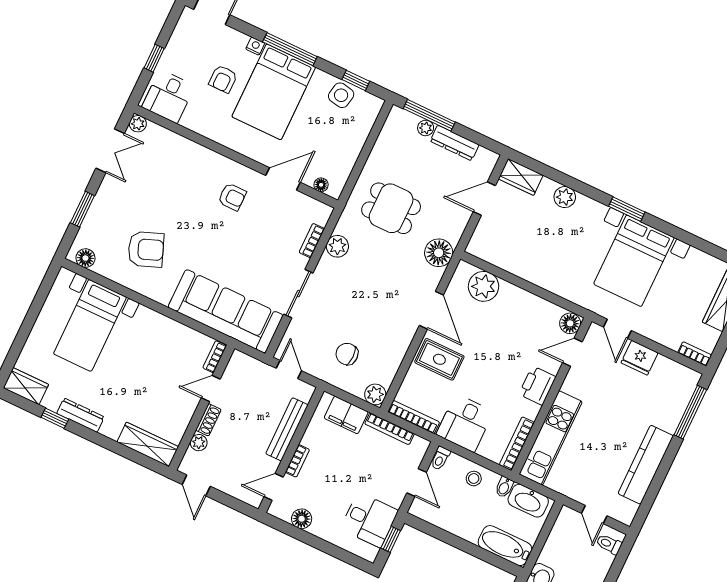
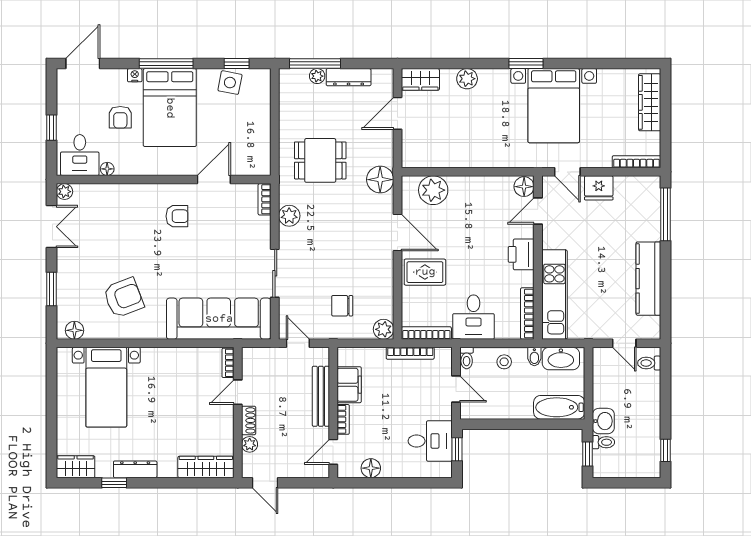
floor lamp: (321, 185) -> (107, 169), moved
bookcase: (312, 241) -> (265, 199), moved
bookcase: (695, 354) -> (637, 162), width x1.56
filing cabinet: (346, 415) -> (349, 385), moved, turned -90

